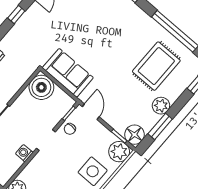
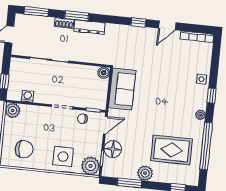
plant: (142, 16) -> (200, 115), added
boiler: (41, 87) -> (104, 73), width x0.54, depth x0.54
floor lamp: (134, 135) -> (113, 149), moved
washing machine: (24, 153) -> (28, 96), moved

